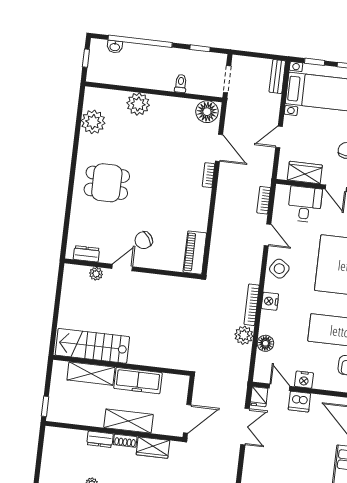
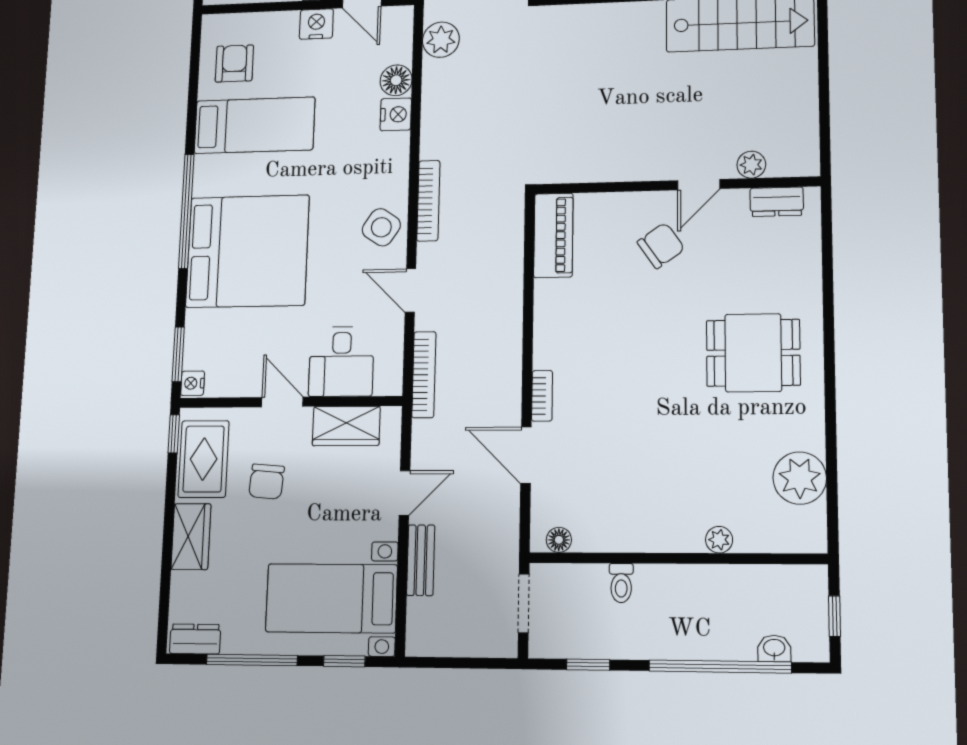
bench: (277, 77) -> (421, 560), moved
plant: (138, 104) -> (719, 540), width x0.53, depth x0.53
floor lamp: (207, 112) -> (559, 540), width x0.53, depth x0.53
bookcase: (264, 200) -> (424, 375), width x1.56
nightstand: (270, 301) -> (396, 114), moved
bookcase: (252, 305) -> (428, 201), moved
plant: (244, 335) -> (441, 40), moved

